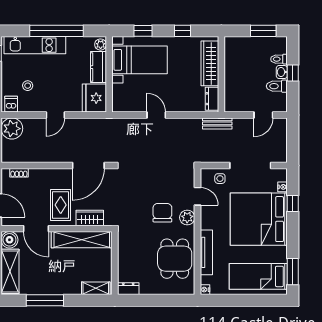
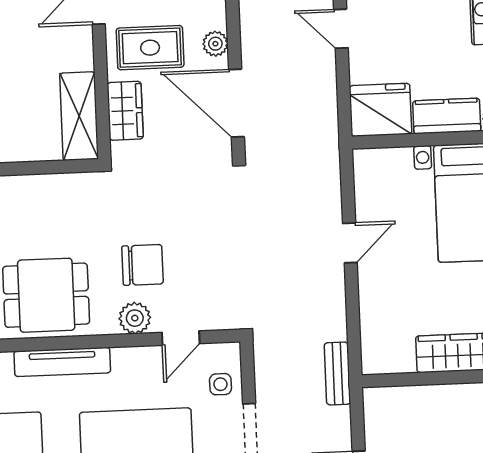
dresser: (212, 99) -> (390, 360), removed
plant: (60, 174) -> (215, 44), added
shelving: (82, 240) -> (79, 116), width x0.68

